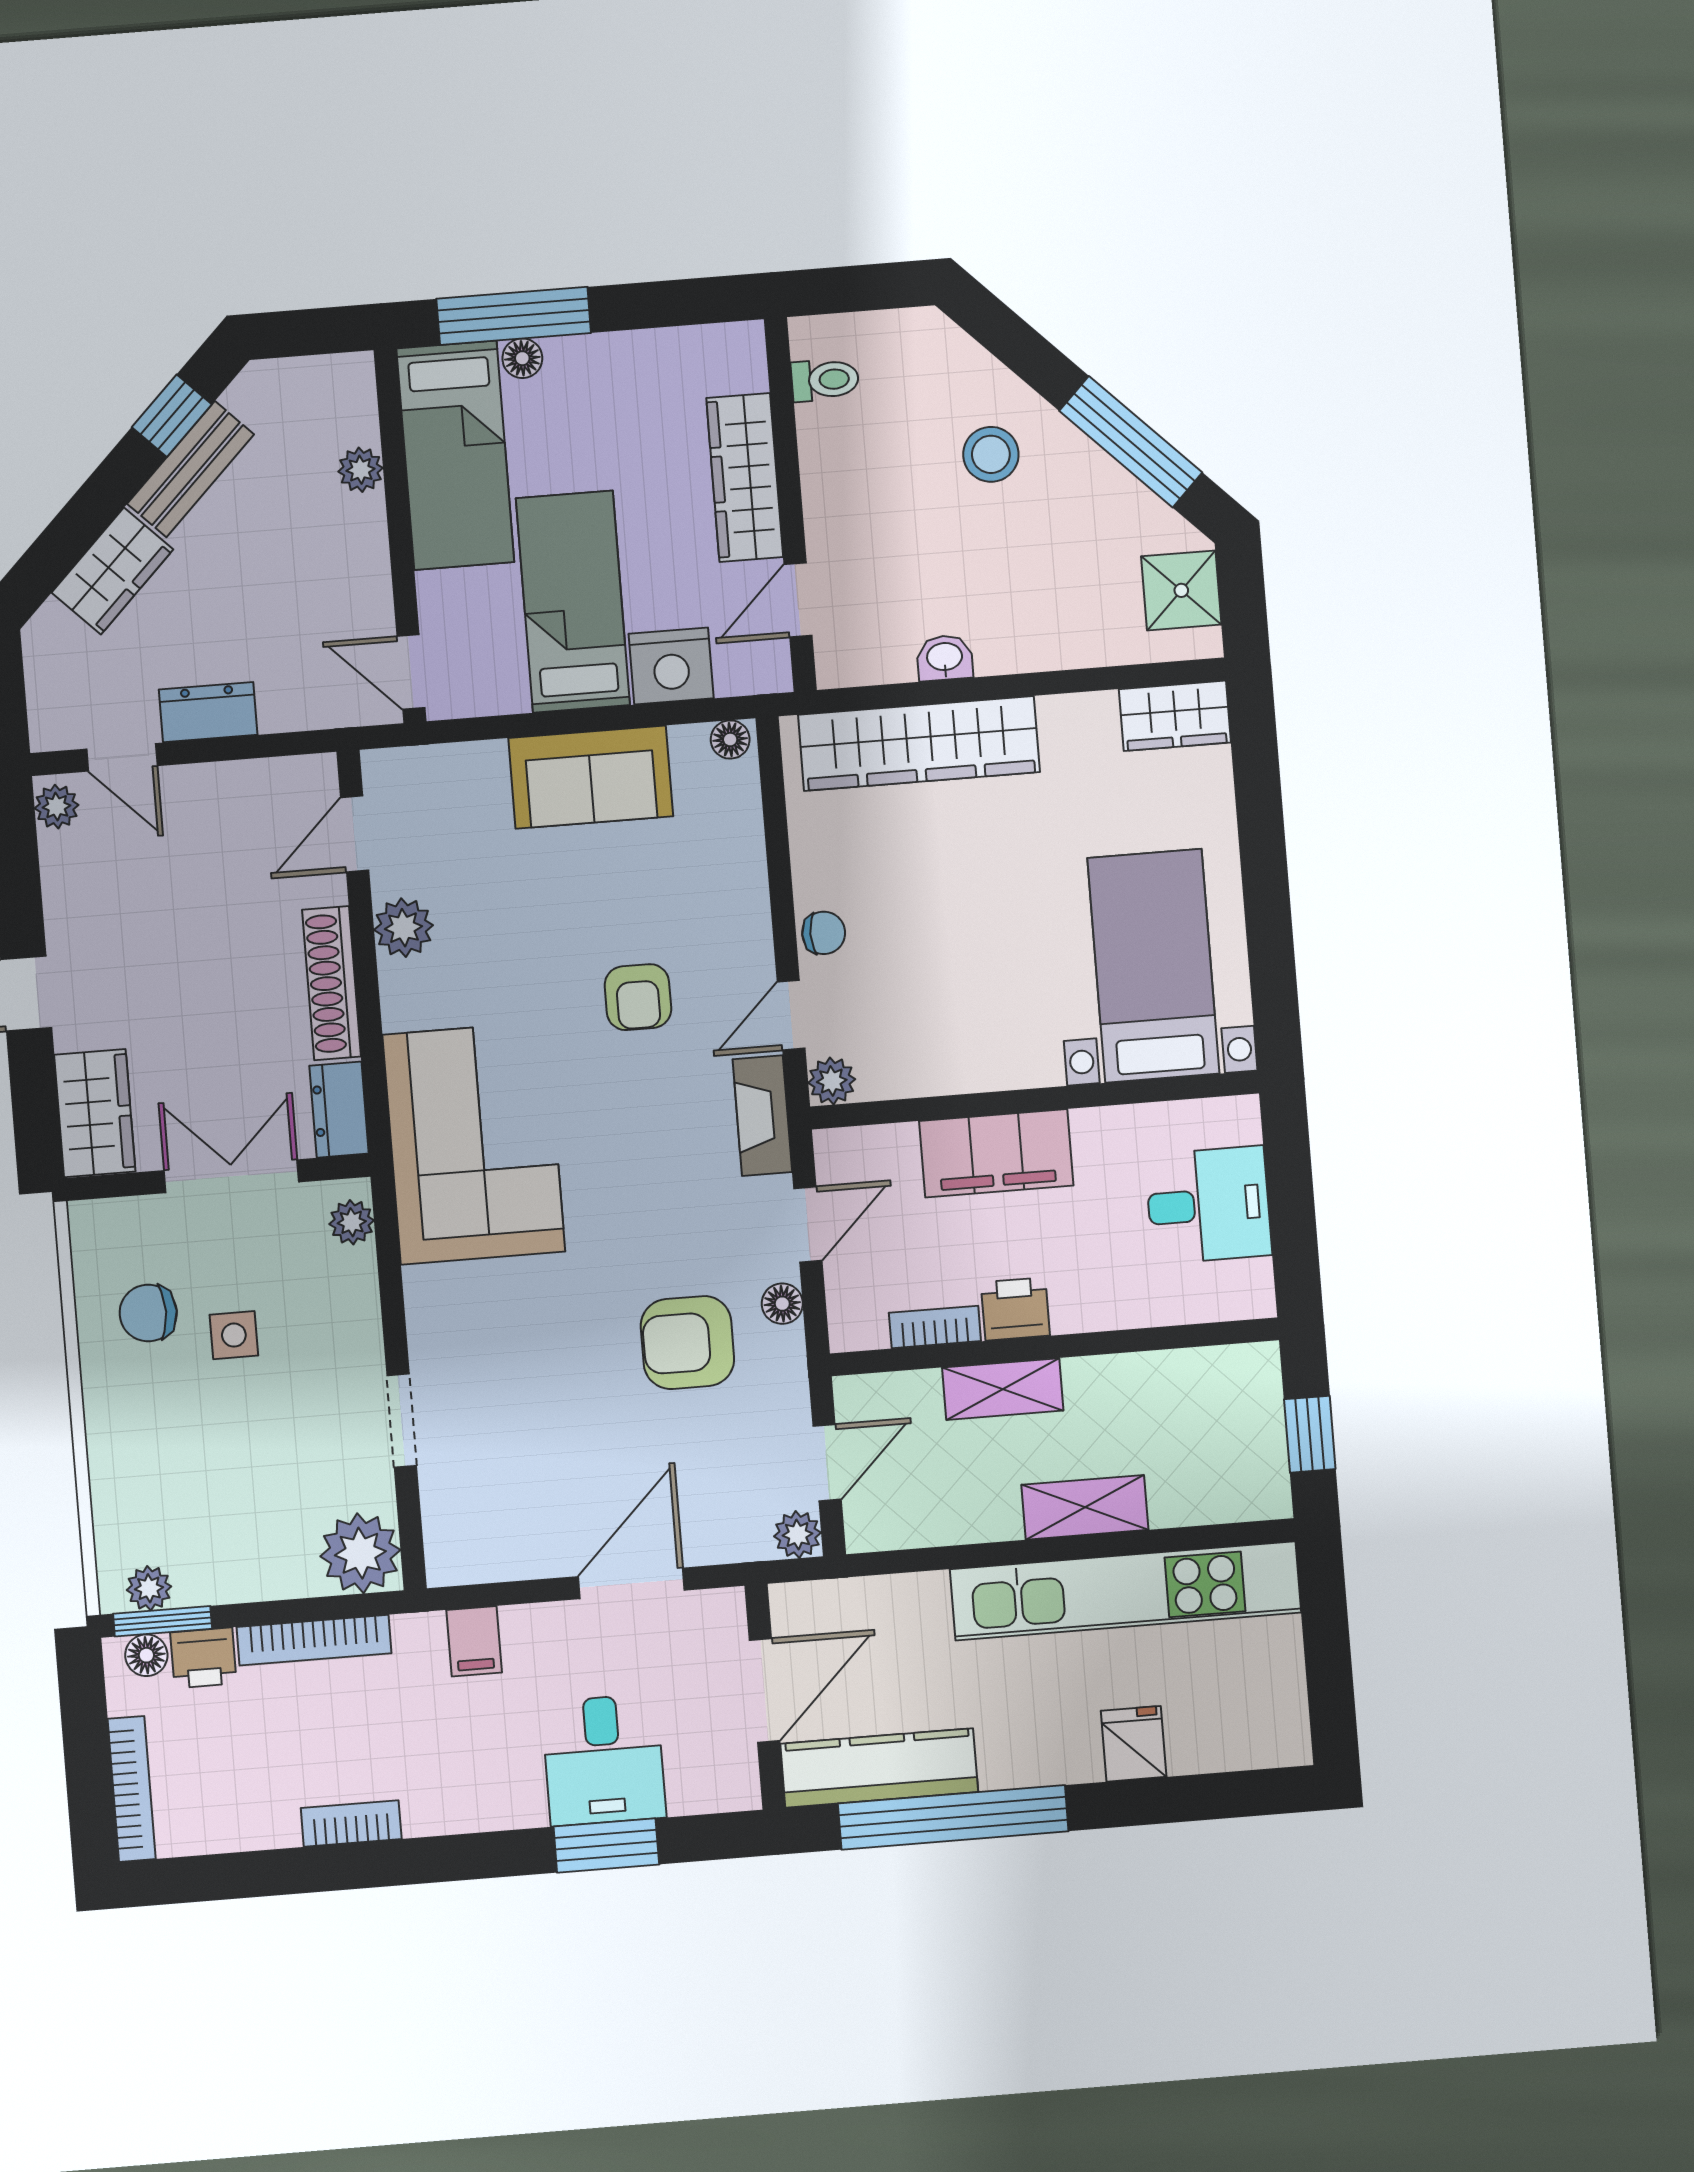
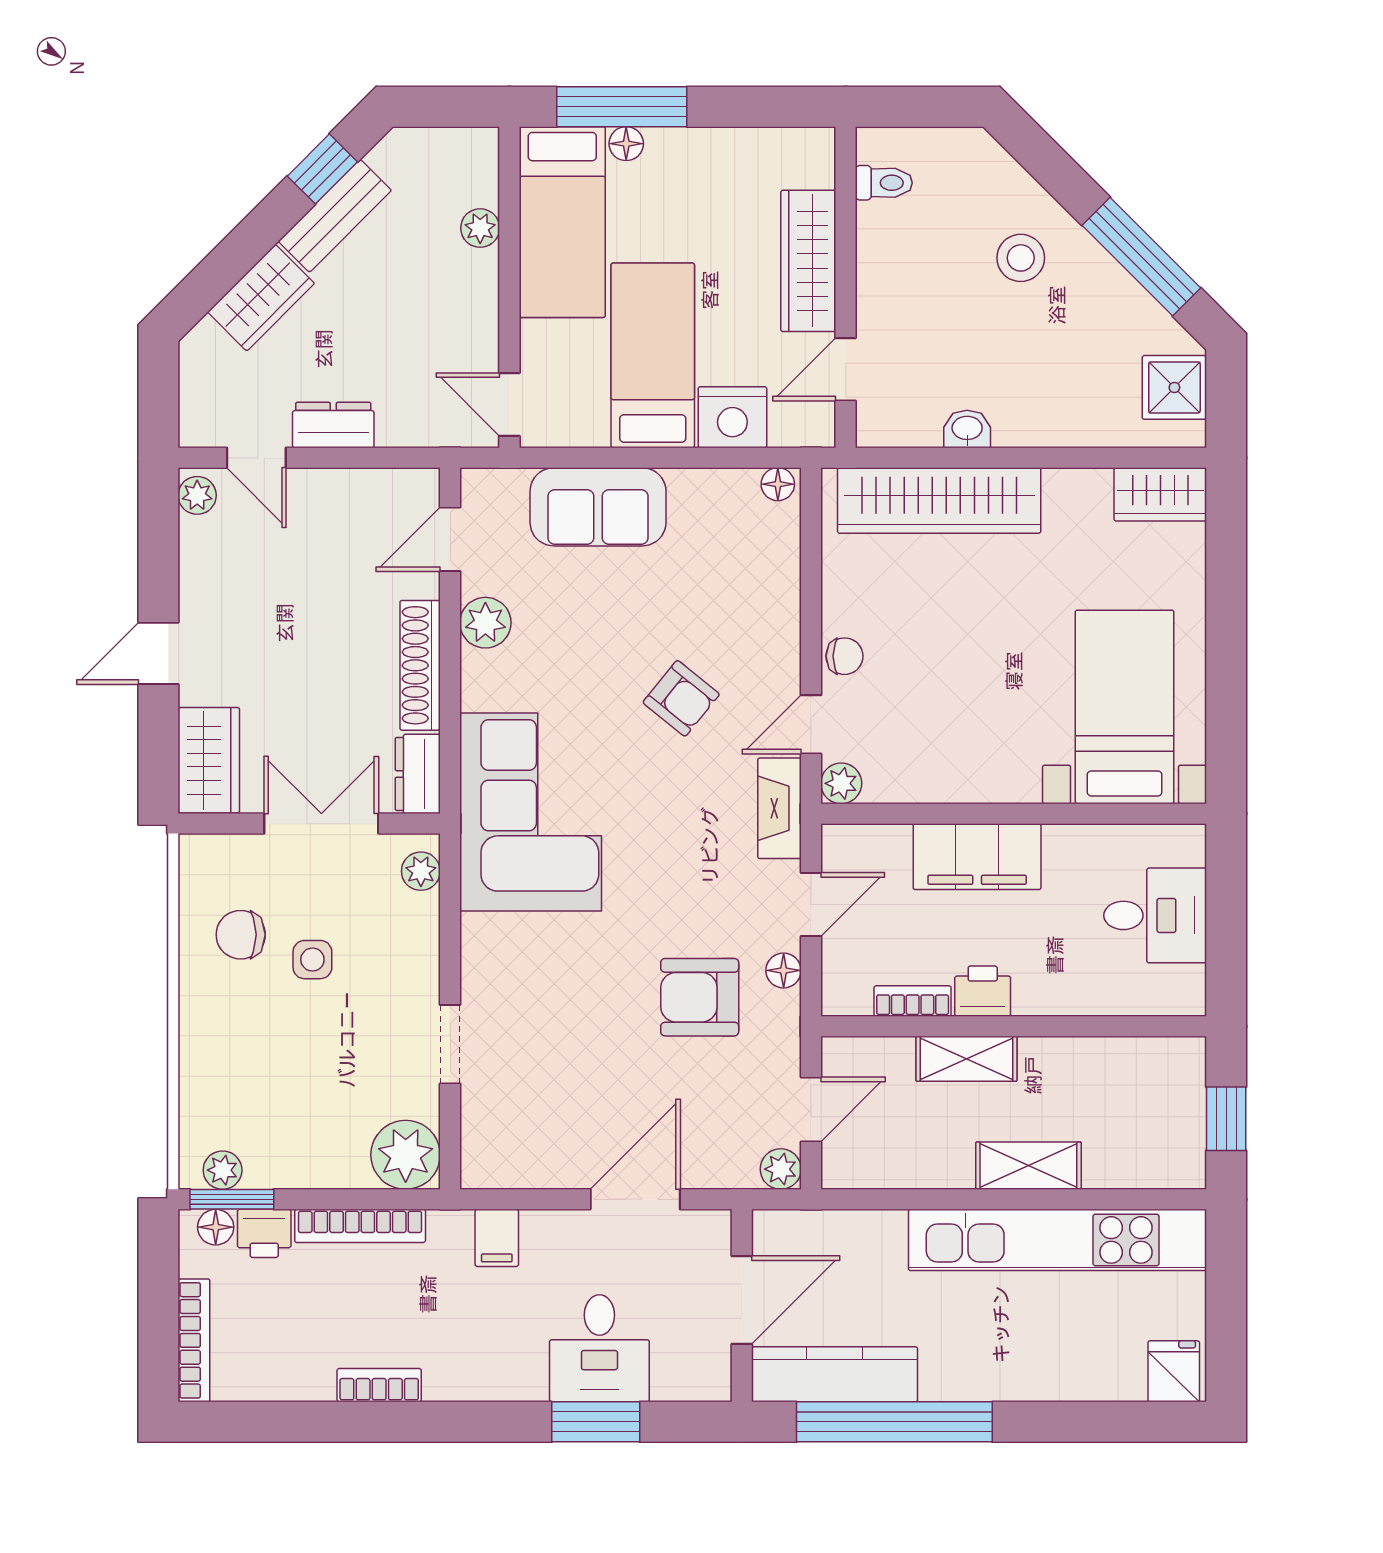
sofa: (591, 777) -> (598, 507), moved
armchair: (638, 997) -> (681, 698), turned -51
fridge: (1134, 1744) -> (1174, 1371), moved

